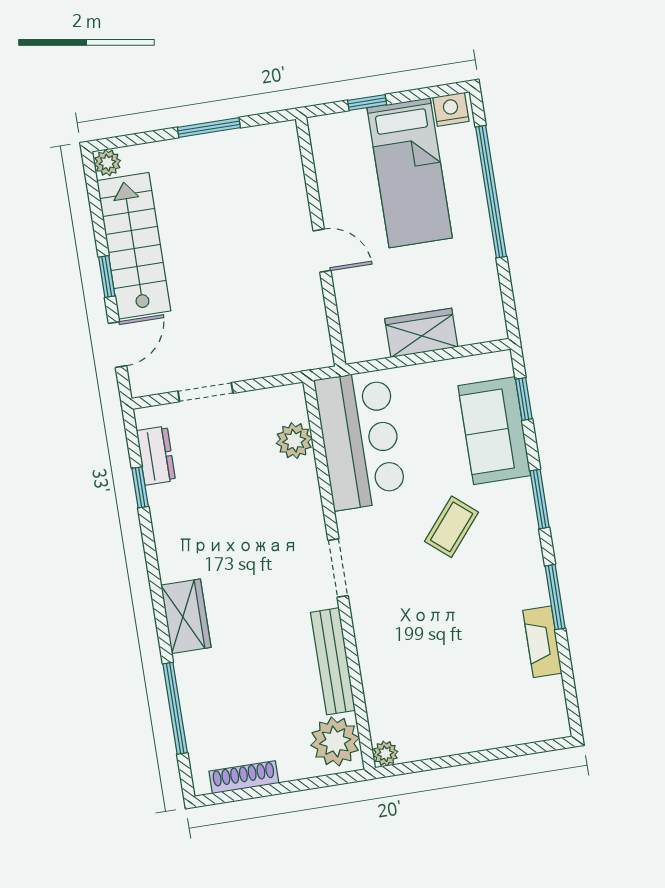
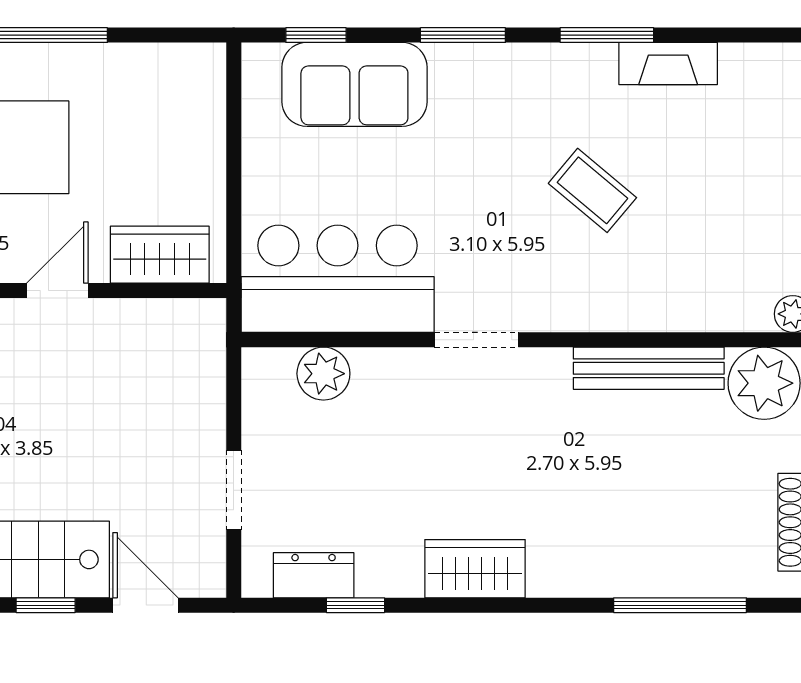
wardrobe: (421, 333) -> (160, 255), moved, turned 90
coffee table: (452, 527) -> (592, 190), moved
doorway: (338, 568) -> (476, 340), moved
wardrobe: (186, 616) -> (475, 569), moved

